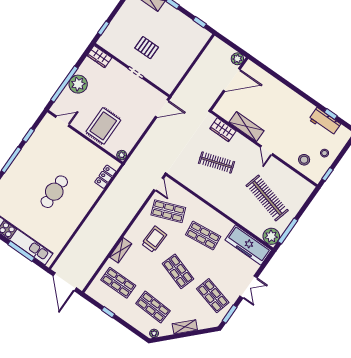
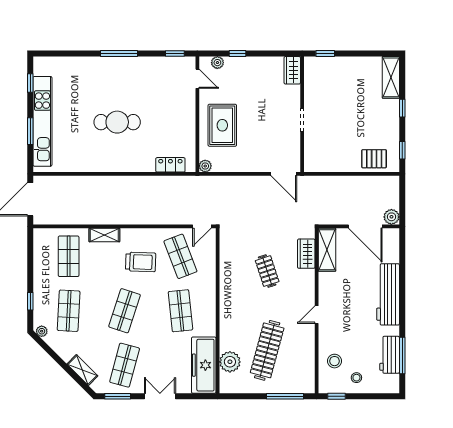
pallet: (147, 48) -> (374, 159), moved, turned 90
window: (64, 84) -> (238, 53), width x0.32
plant: (78, 84) -> (217, 63), moved, width x0.53, depth x0.53
workbench: (285, 96) -> (388, 294), added
window: (331, 114) -> (402, 355), width x2.17
rug: (103, 126) -> (222, 125), turned 90
shelving: (247, 127) -> (327, 250), moved
window: (28, 135) -> (175, 53), moved
clothes rail: (216, 162) -> (267, 271), width x0.73
window: (288, 231) -> (285, 396), moved
plant: (271, 236) -> (230, 362), moved
window: (21, 251) -> (30, 131), width x0.69
double door: (249, 287) -> (160, 396), swing flipped
window: (108, 312) -> (30, 301), moved
shelving: (185, 327) -> (82, 370), moved

